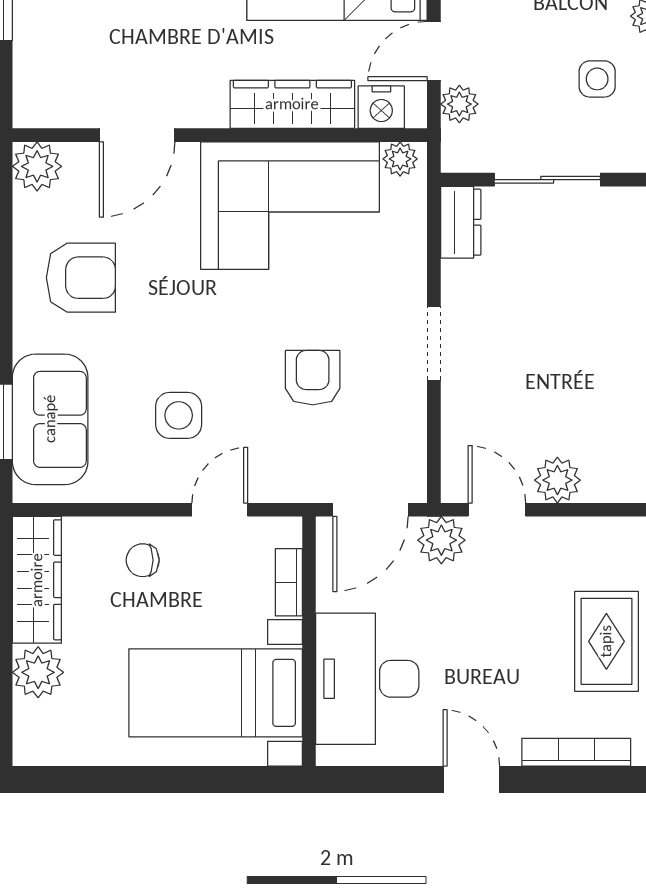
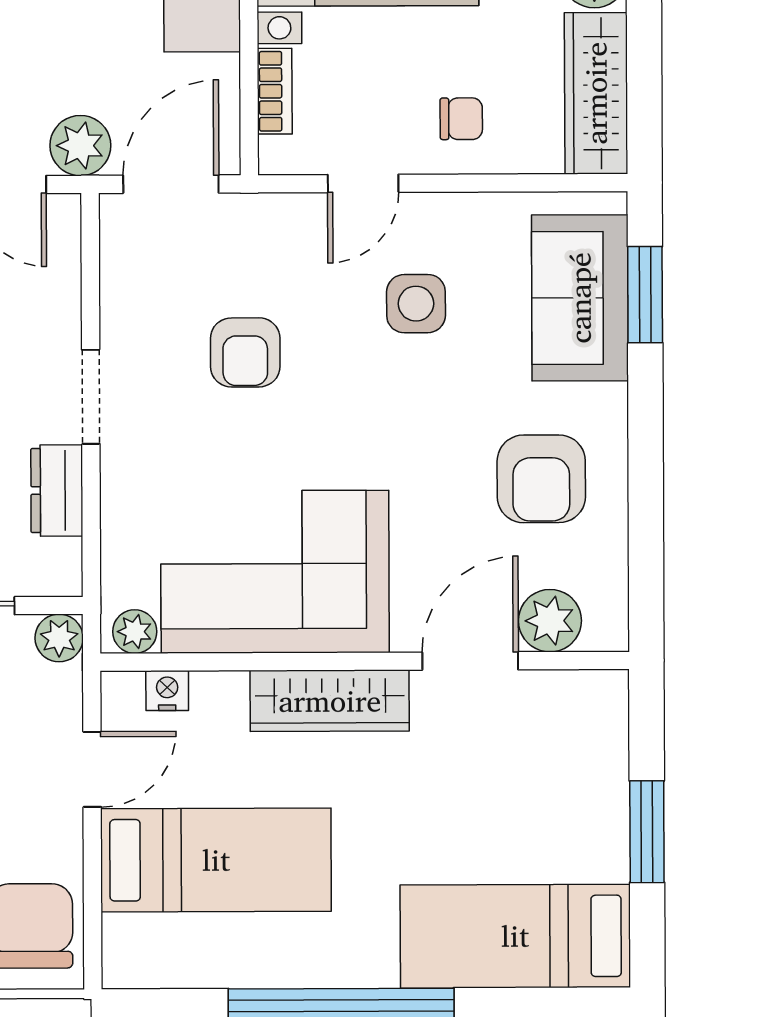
wardrobe: (292, 104) -> (330, 701), moved
plant: (459, 104) -> (59, 638), moved
nightstand: (381, 107) -> (167, 691), width x0.72, depth x0.74
plant: (37, 166) -> (550, 621), moved
dresser: (461, 222) -> (57, 490), moved
armchair: (81, 278) -> (541, 479), turned -90

